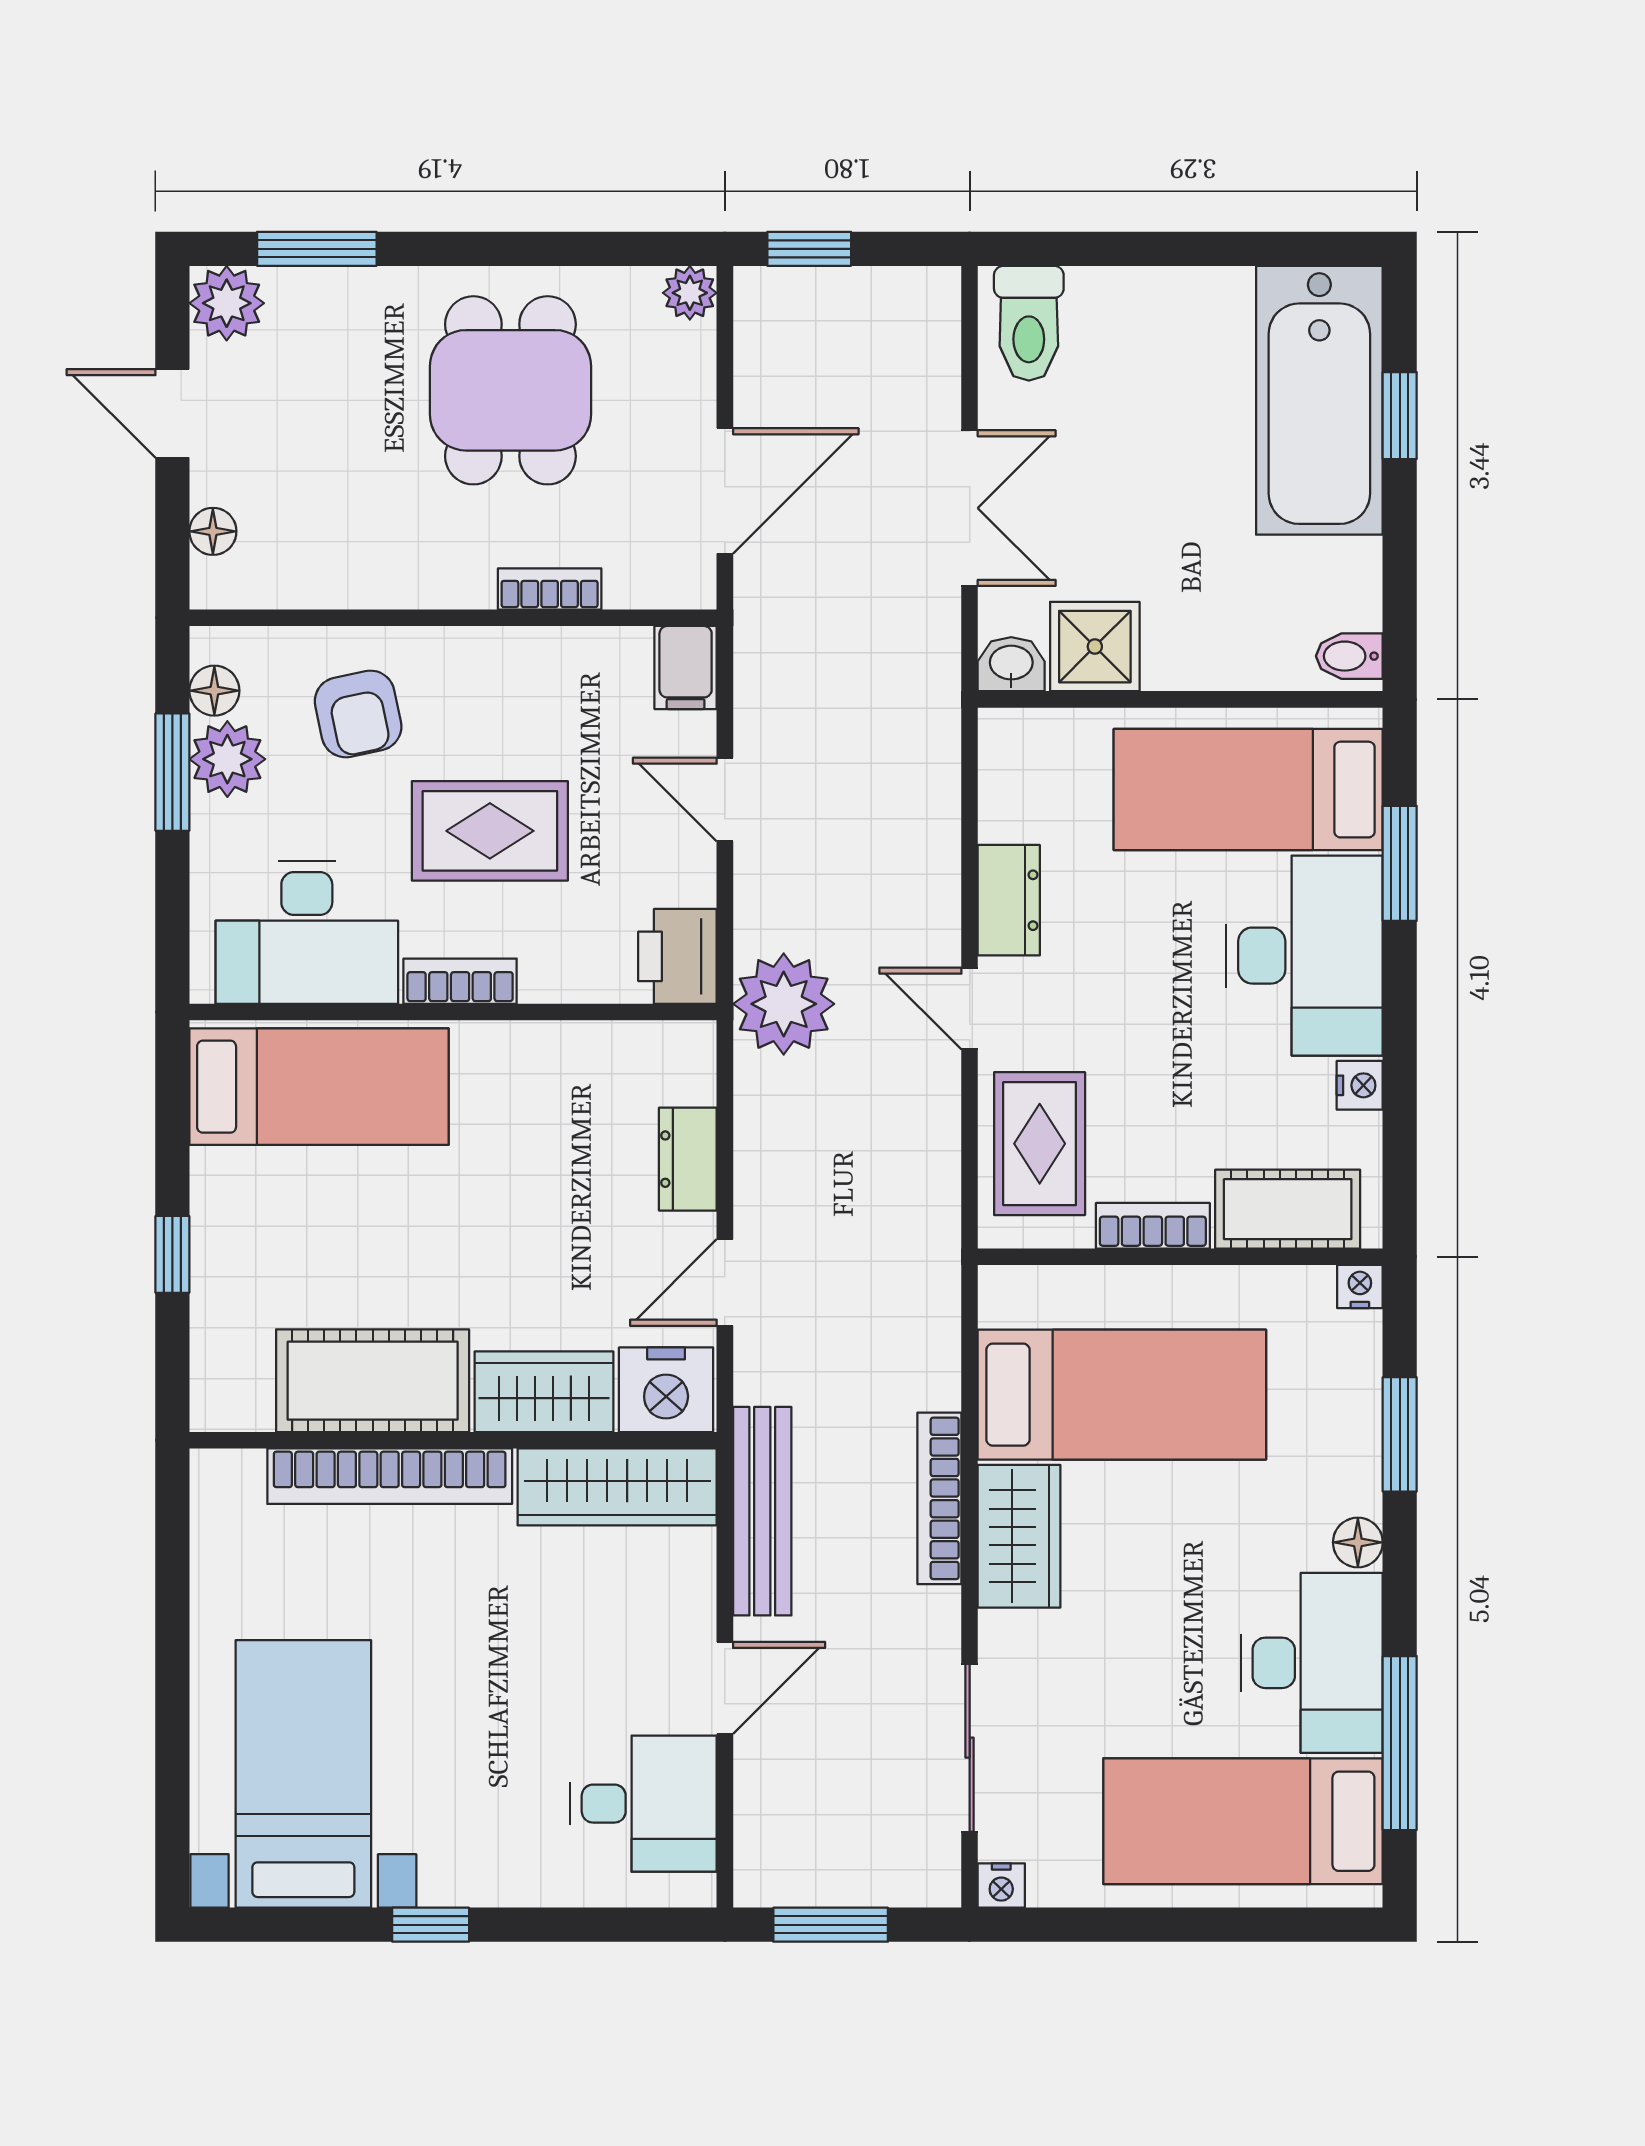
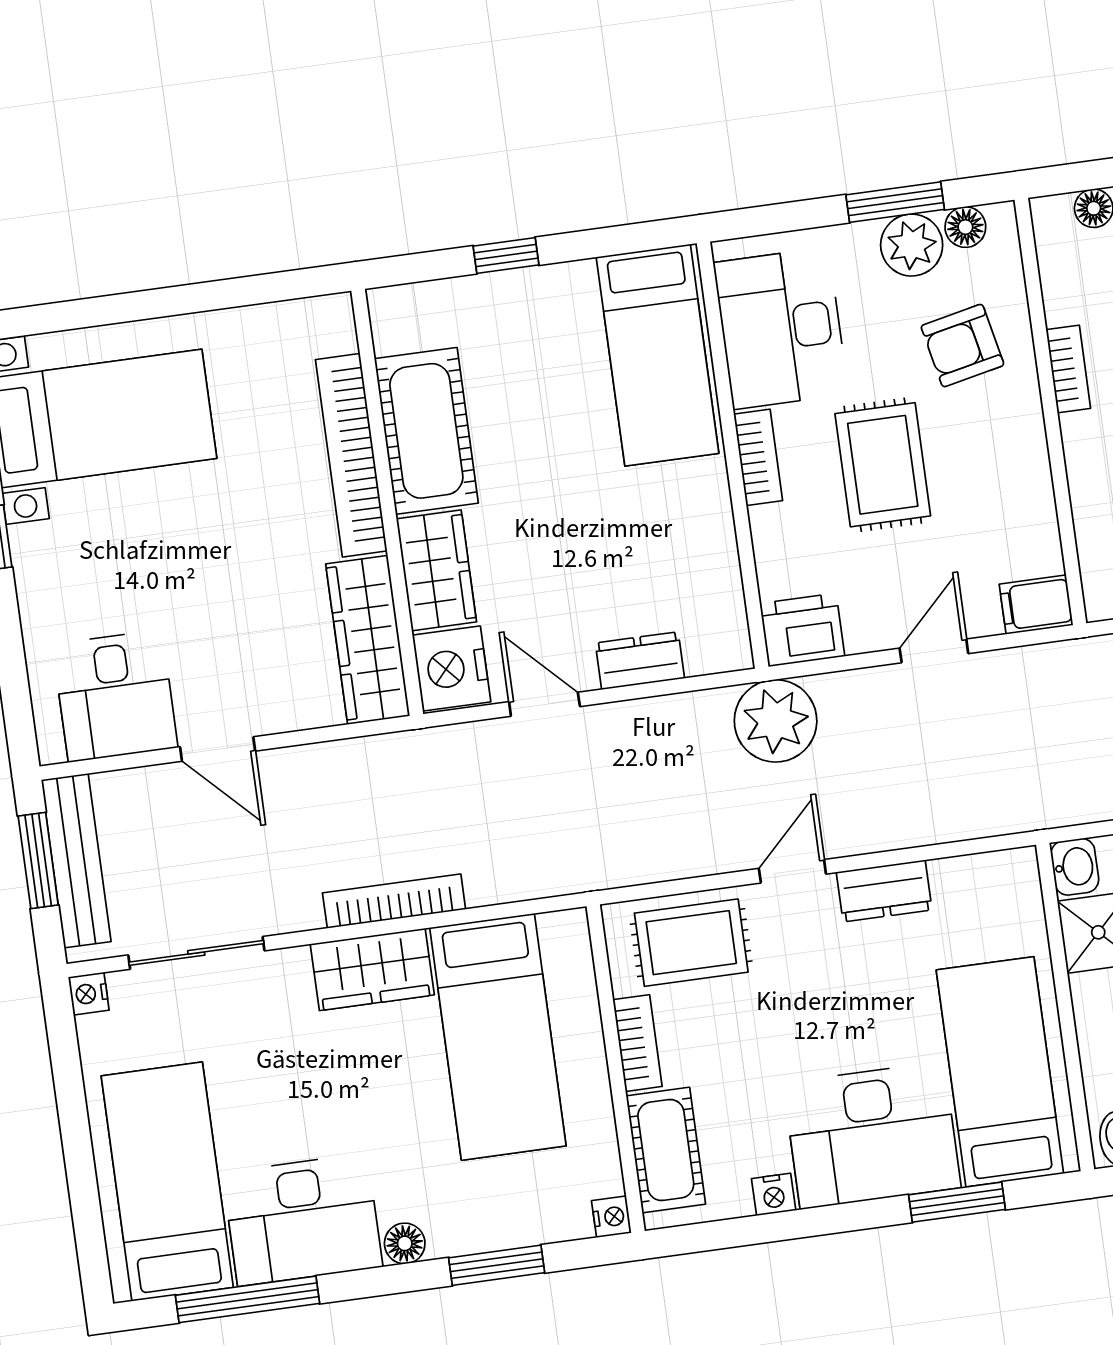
bookcase: (550, 589) -> (1068, 369), moved
bench: (762, 1511) -> (76, 861), moved, turned 90

